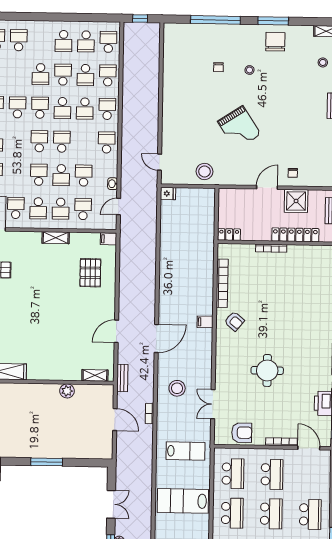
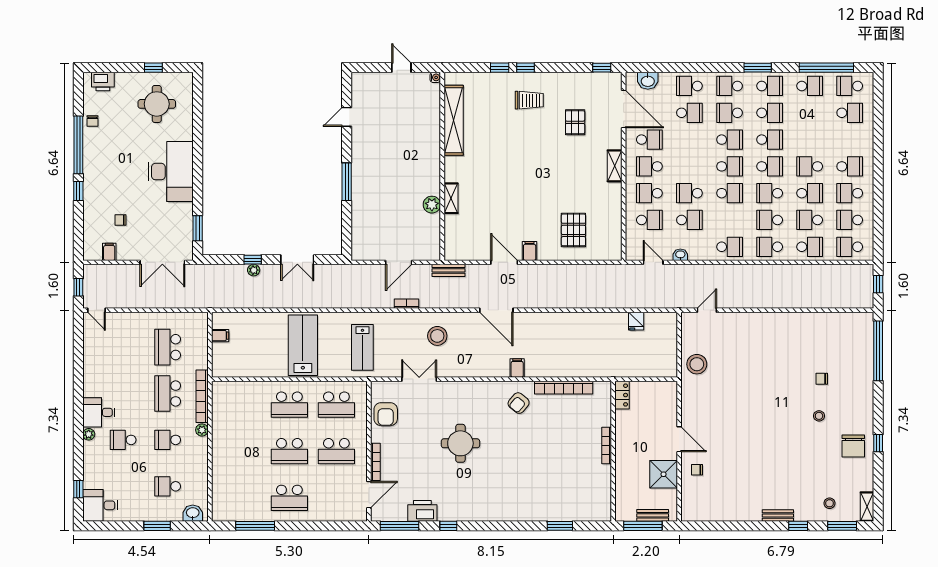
window: (215, 20) -> (878, 351), moved
window: (273, 21) -> (878, 443), width x0.46
school desk: (19, 40) -> (850, 166), moved
school desk: (108, 42) -> (850, 247), turned 180
chair: (275, 42) -> (853, 446), turned 90
school desk: (107, 109) -> (770, 247), turned 180
grand piano: (239, 128) -> (750, 405), removed
school desk: (39, 175) -> (730, 140), moved
fridge: (168, 194) -> (636, 321), moved
locker: (295, 235) -> (623, 474), removed
shelving: (56, 238) -> (615, 166), moved
filing cabinet: (108, 239) -> (530, 251), moved
pallet: (90, 273) -> (573, 230), turned 90
shelving: (95, 375) -> (451, 198), moved

